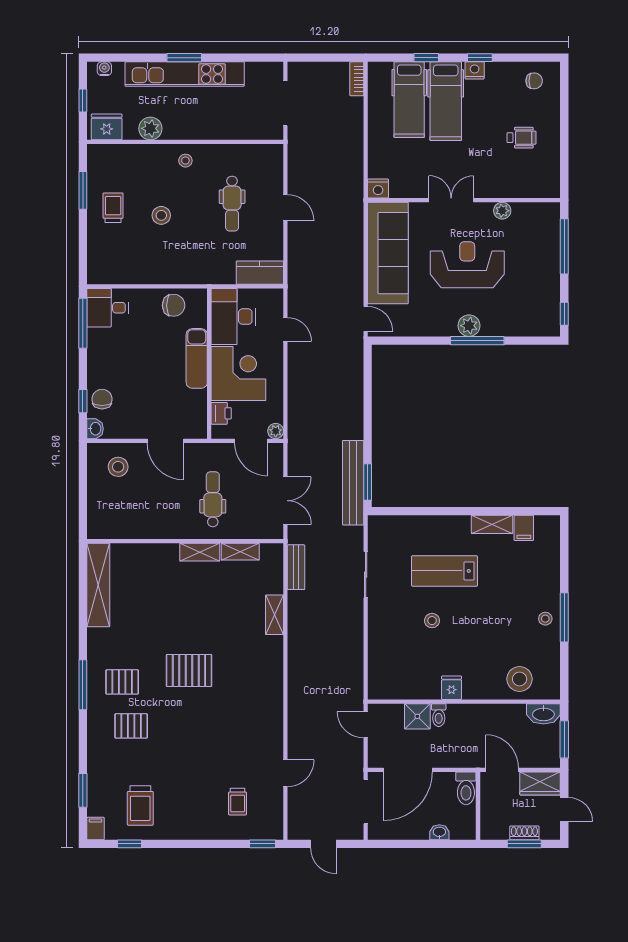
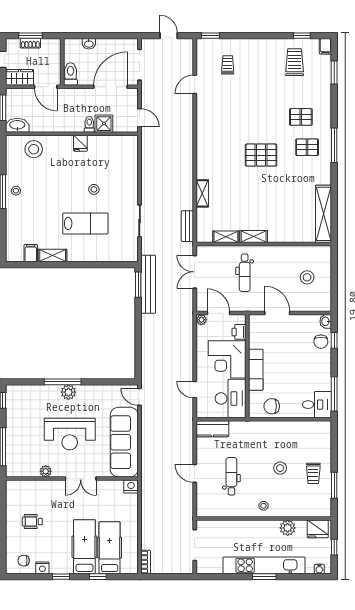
nightstand: (475, 70) -> (42, 568), moved
stool: (118, 467) -> (307, 277), moved

